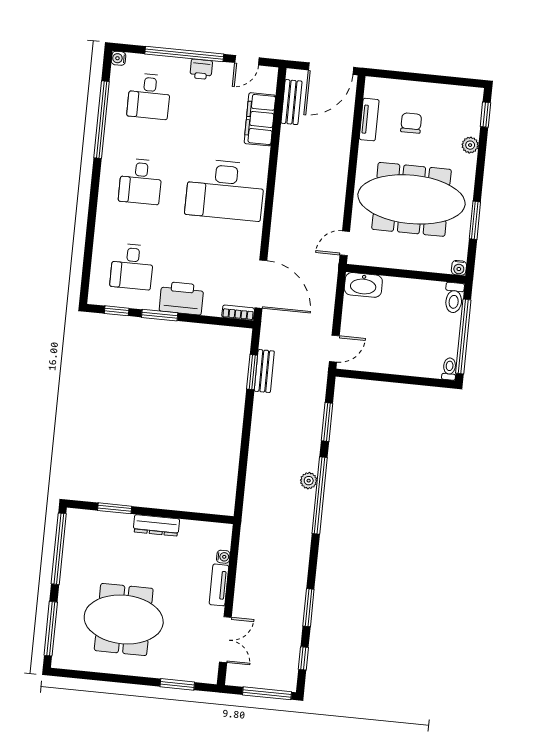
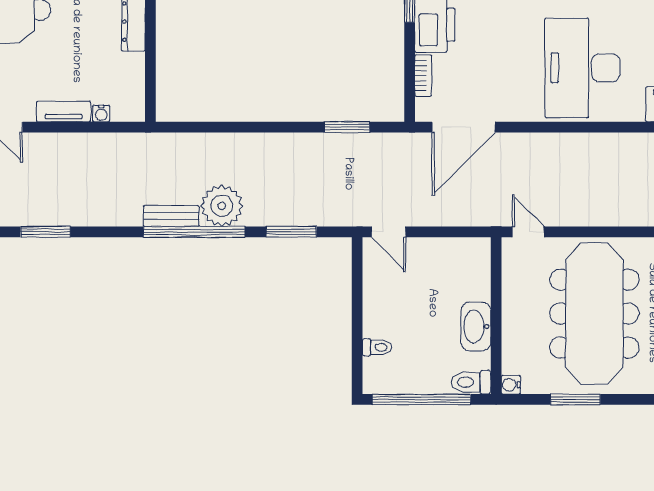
washbasin: (363, 285) -> (476, 327), moved
bookcase: (238, 313) -> (423, 76), moved
toilet: (449, 369) -> (377, 347), moved
bench: (264, 371) -> (171, 216), moved
plant: (309, 481) -> (222, 206), width x1.88, depth x1.88

